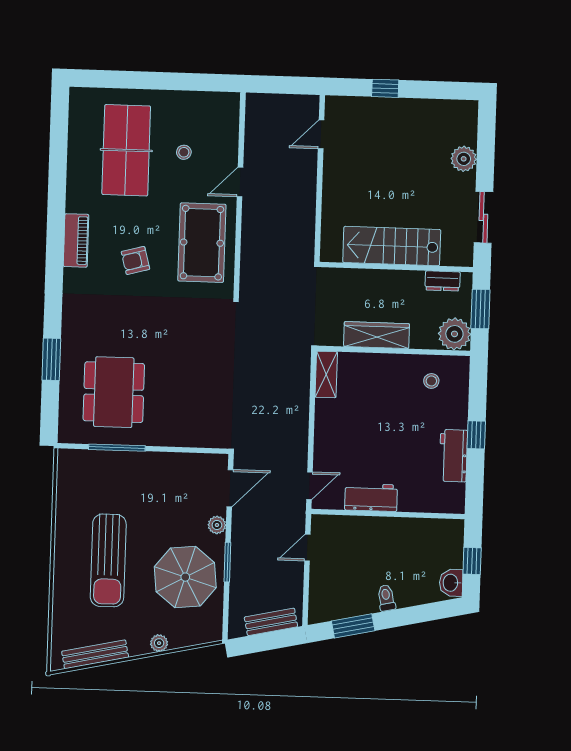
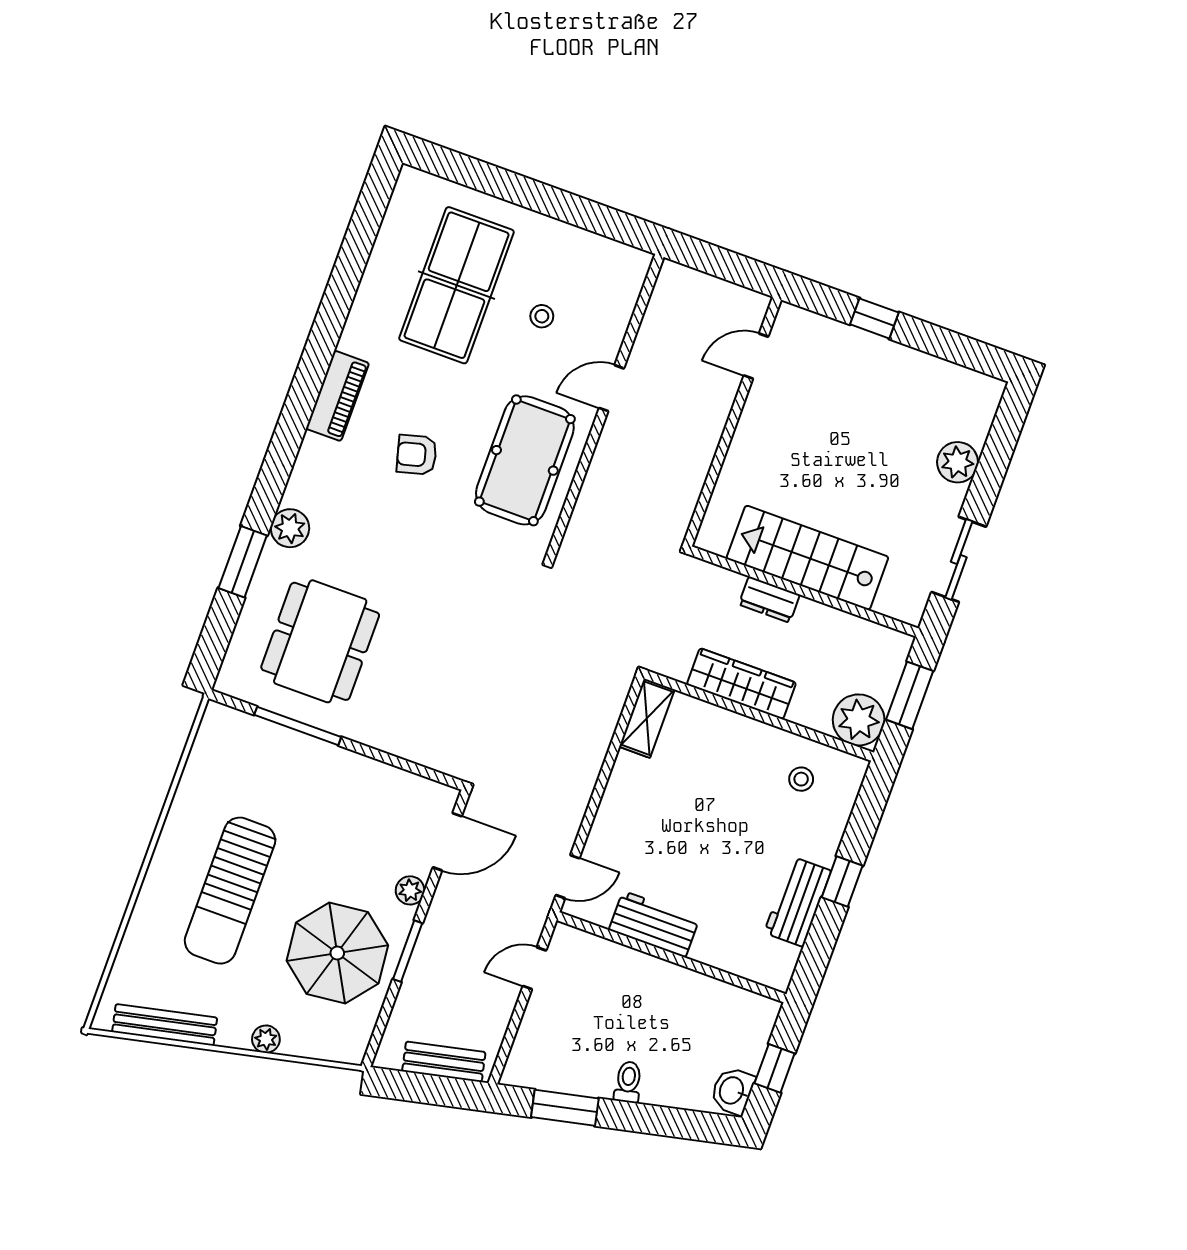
dresser: (443, 281) -> (769, 600), moved
plant: (73, 330) -> (290, 528), added

